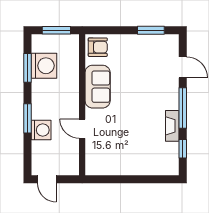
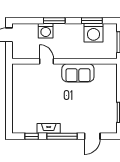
armchair: (98, 47) -> (107, 73), removed
door: (82, 129) -> (47, 61), hinge flipped

